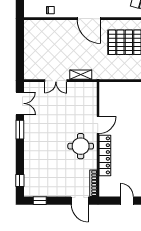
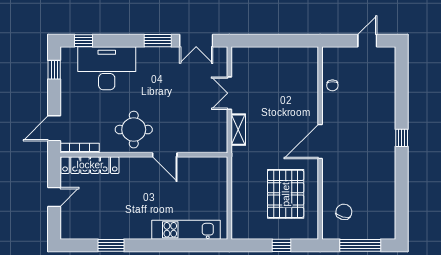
locker: (105, 155) -> (90, 165), moved
desk: (39, 165) -> (107, 68), added

